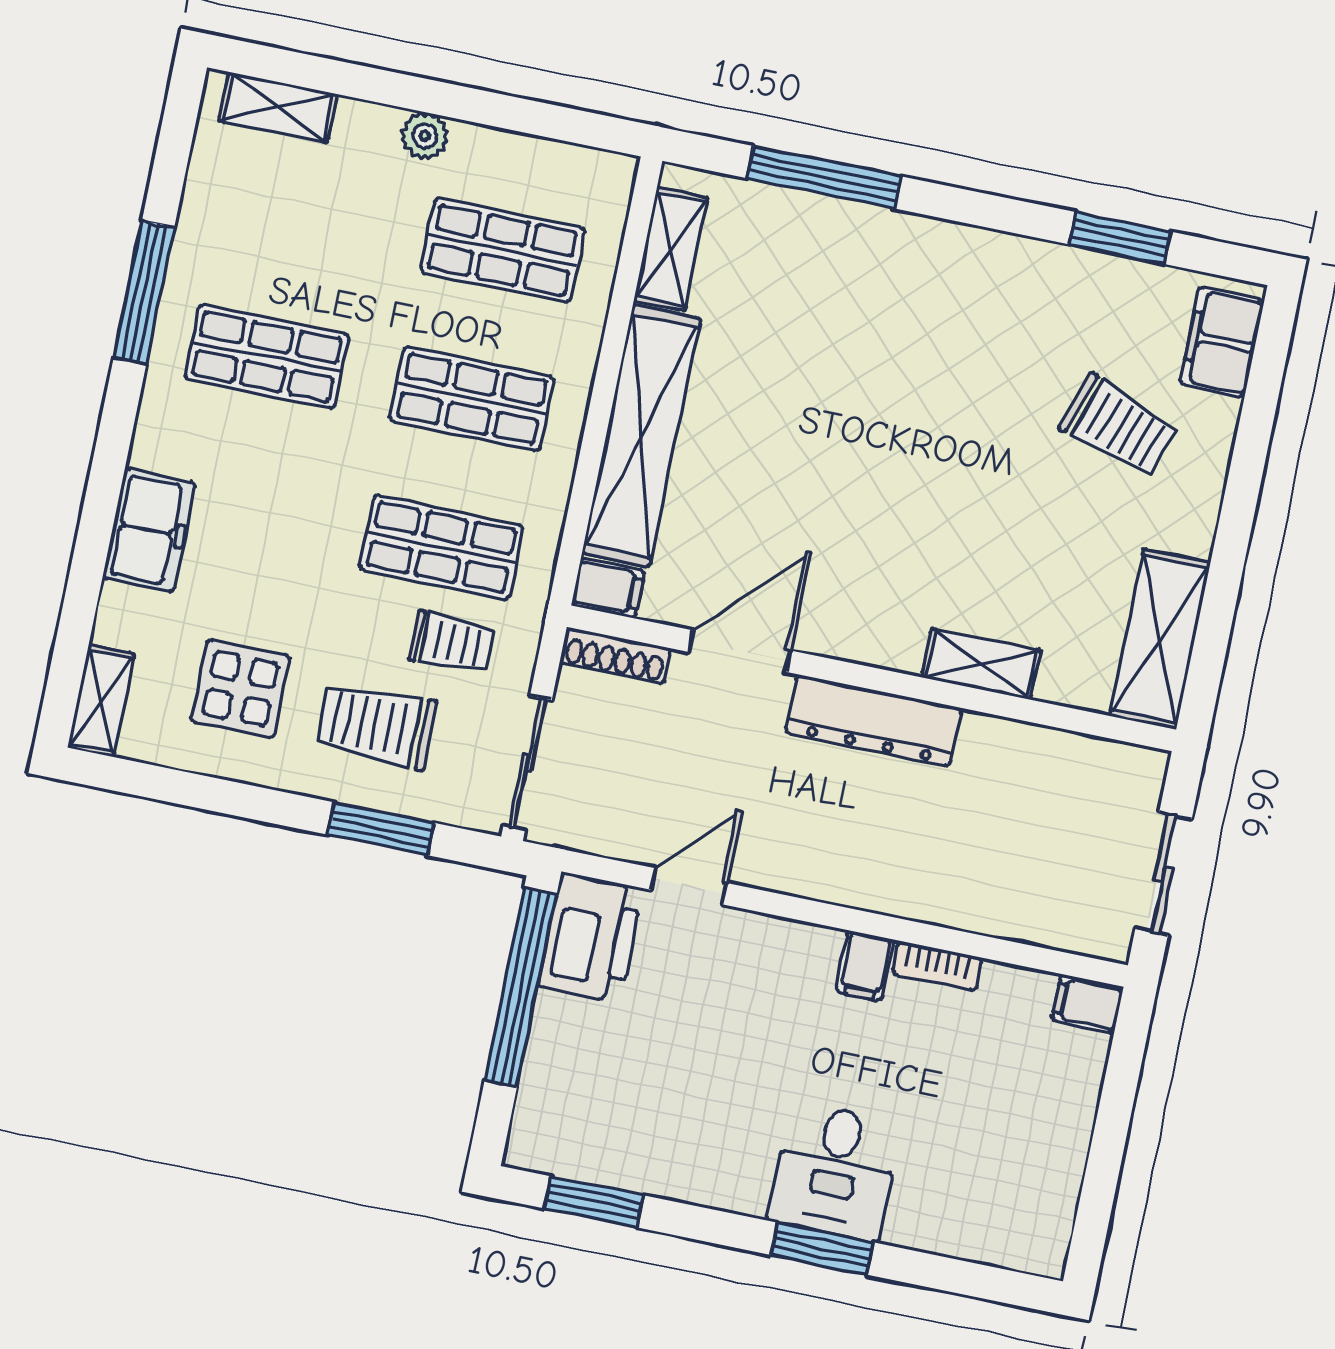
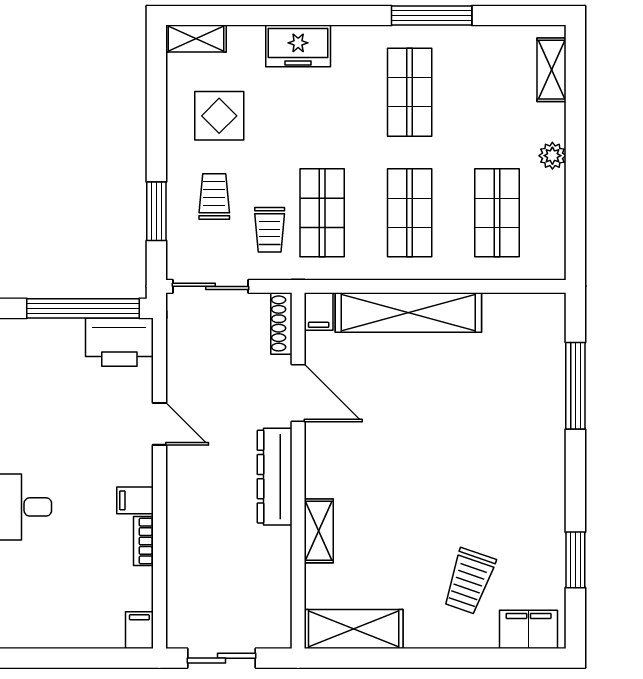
shelving: (671, 249) -> (517, 308), removed
trolley: (376, 725) -> (214, 197), width x0.73, depth x0.72
door: (689, 886) -> (160, 424), moved

